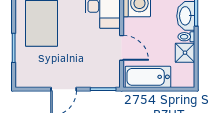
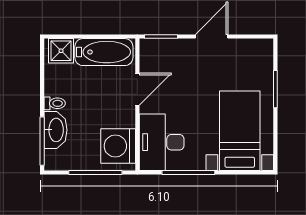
door: (122, 48) -> (137, 89), swing flipped
shower: (185, 53) -> (61, 51), moved

